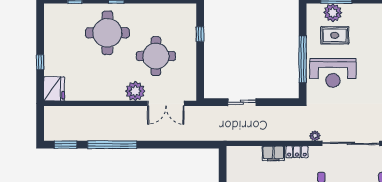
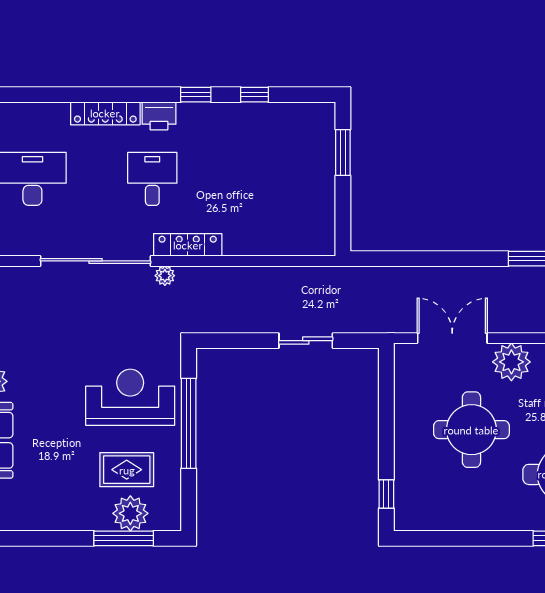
window: (200, 34) -> (386, 494), moved
locker: (297, 152) -> (188, 245), width x1.53
filing cabinet: (273, 153) -> (245, 242), removed

